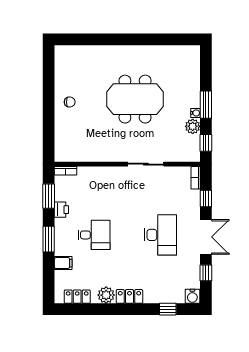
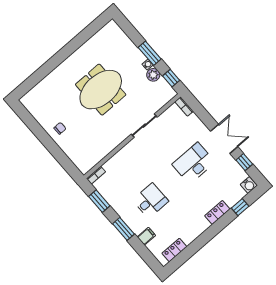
window: (206, 198) -> (202, 114), removed
printer: (61, 210) -> (115, 203), removed
desk: (161, 235) -> (194, 163), turned -90
plant: (106, 295) -> (192, 233), removed
locker: (129, 296) -> (217, 212), moved

